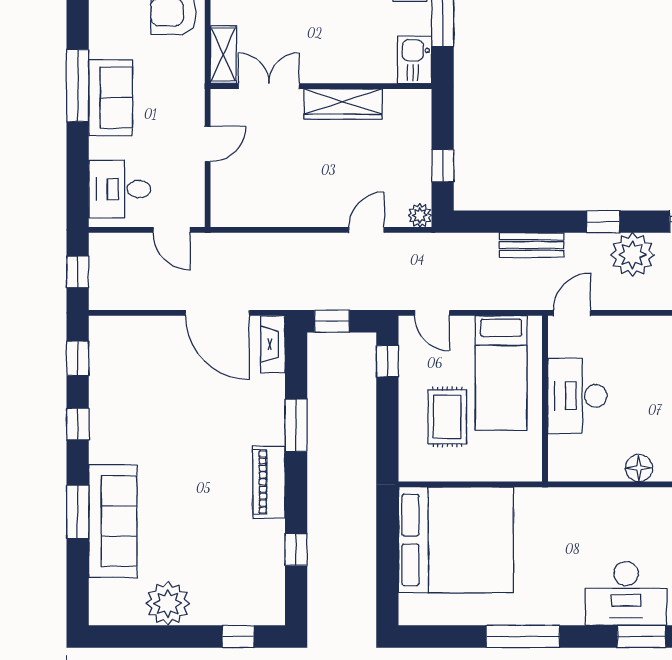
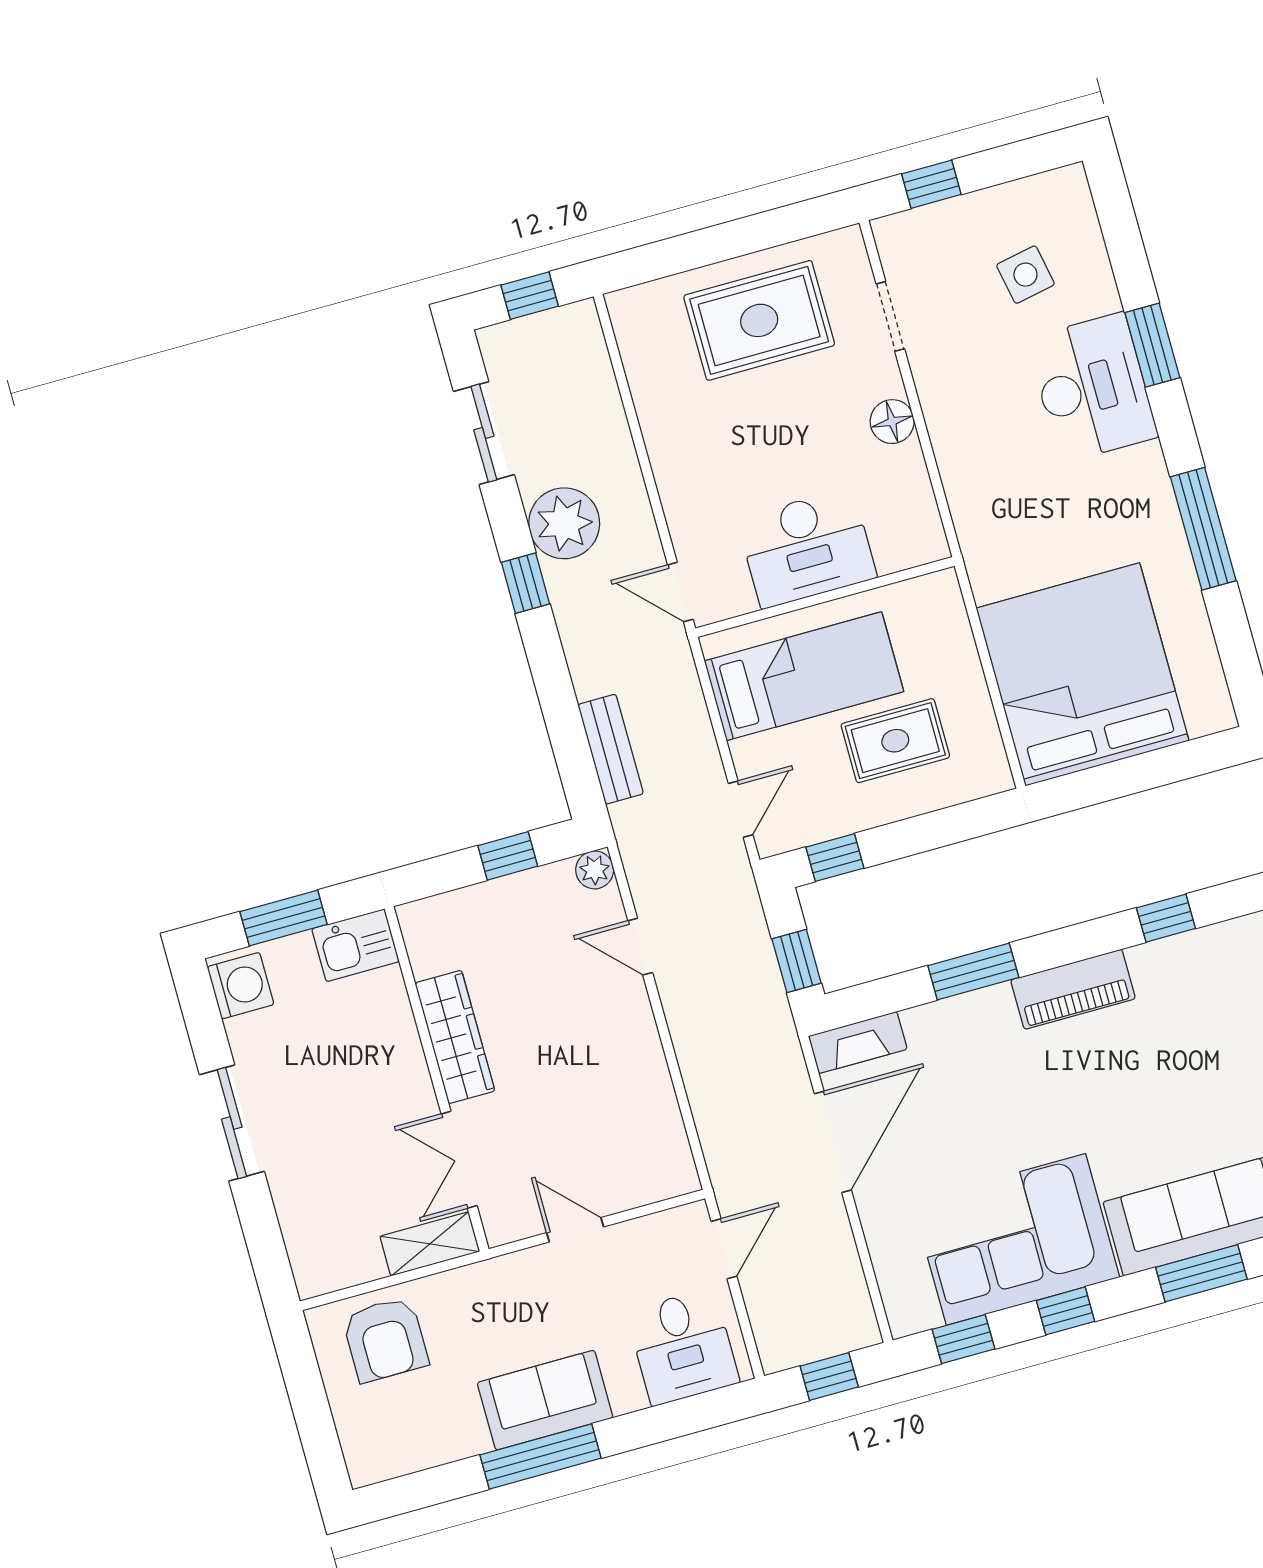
bench: (532, 245) -> (611, 749), moved
corner sofa: (129, 406) -> (1016, 1239), added

